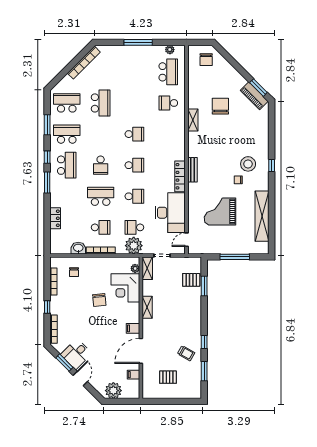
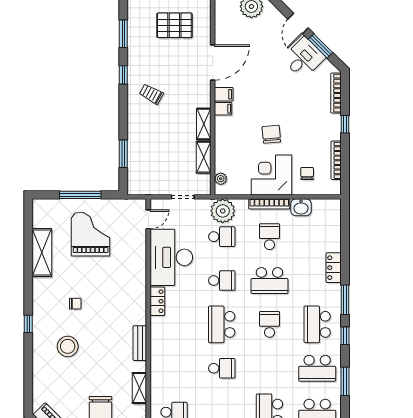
school desk: (134, 134) -> (222, 368), turned 180
stool: (248, 164) -> (68, 346), moved
school desk: (134, 165) -> (222, 324), width x1.85
bench: (193, 170) -> (140, 343), moved
locker: (180, 176) -> (157, 301), width x0.66
school desk: (134, 196) -> (222, 281), turned 180
grand piano: (220, 211) -> (91, 234), moved, turned -90
shelving: (262, 216) -> (42, 253), width x0.68
locker: (55, 218) -> (334, 268), moved
school desk: (101, 227) -> (269, 237), turned 90
shelving: (147, 268) -> (204, 157), moved
pallet: (191, 280) -> (142, 163), removed
corner desk: (125, 288) -> (272, 175), moved, turned -90
trolley: (186, 353) -> (151, 94), moved
filing cabinet: (133, 375) -> (223, 109), moved
pallet: (168, 377) -> (174, 25), width x1.50, depth x1.42

